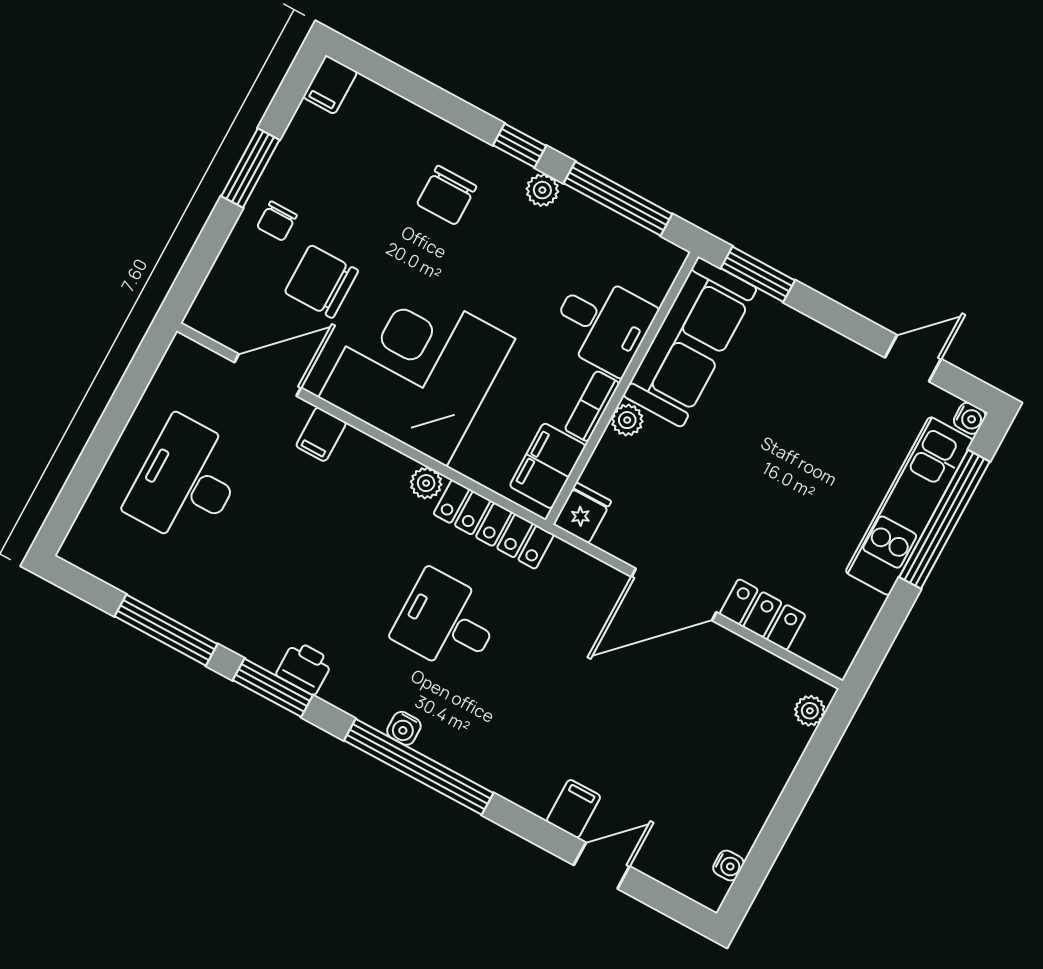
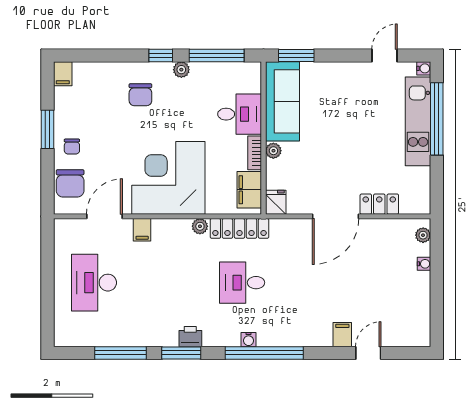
chair: (321, 281) -> (70, 183), moved, turned -90
water cooler: (728, 866) -> (424, 264), moved

